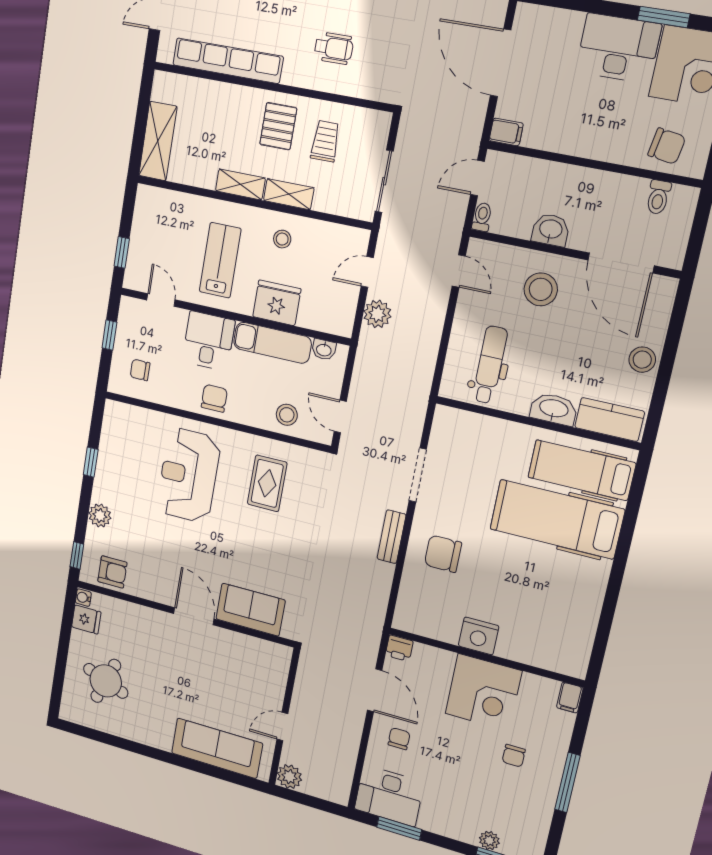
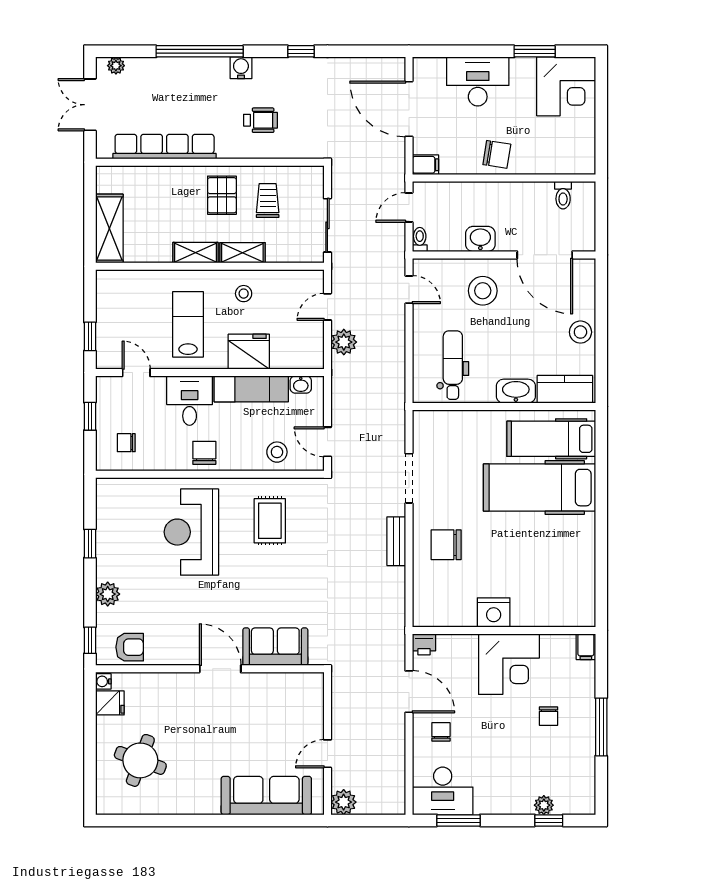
desk: (618, 48) -> (478, 81), moved
chair: (667, 146) -> (497, 154), moved

